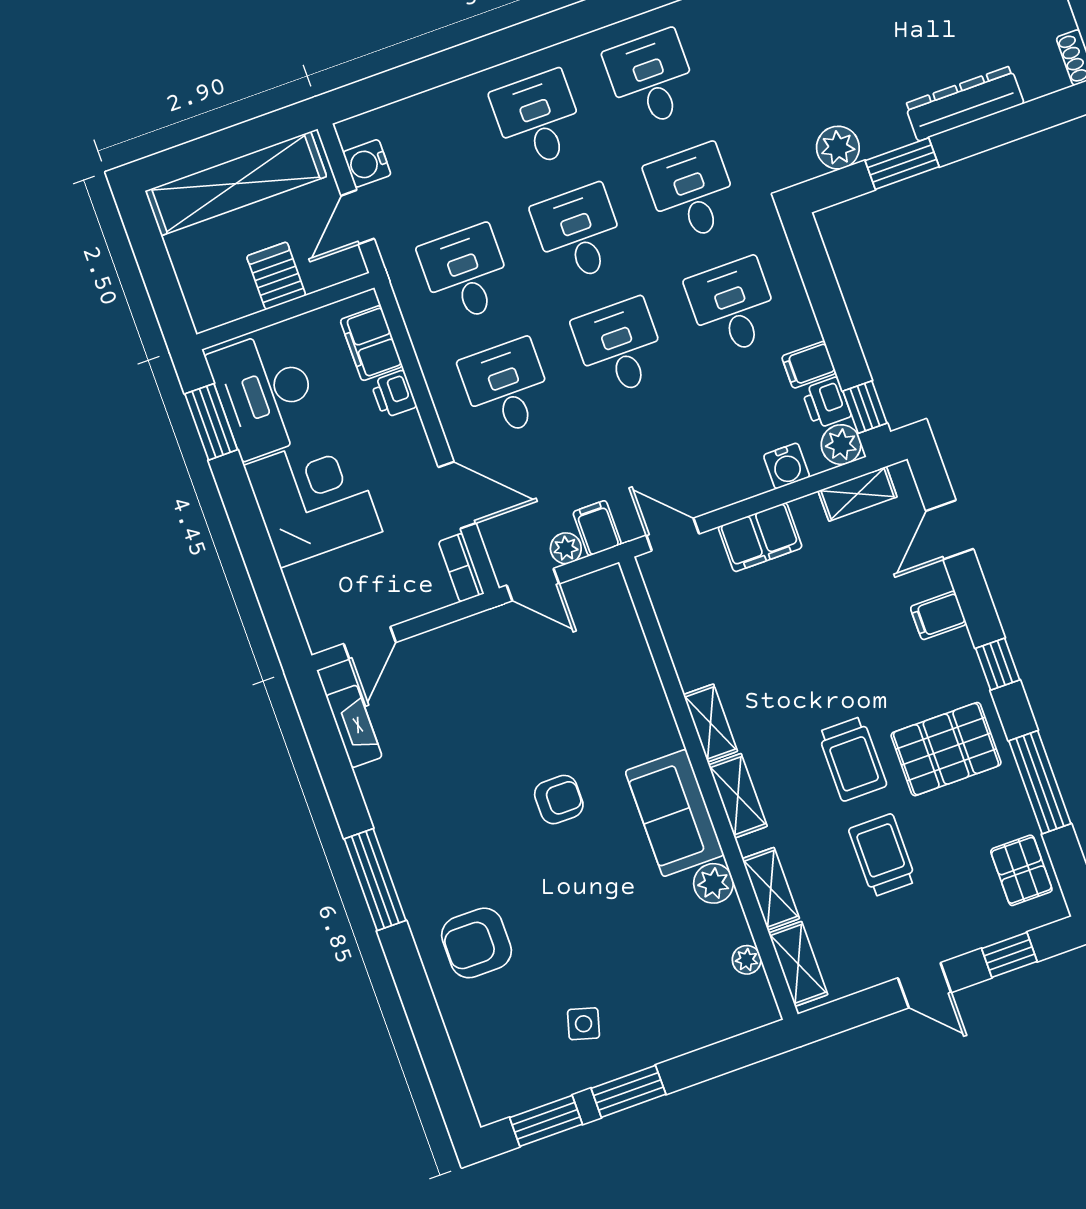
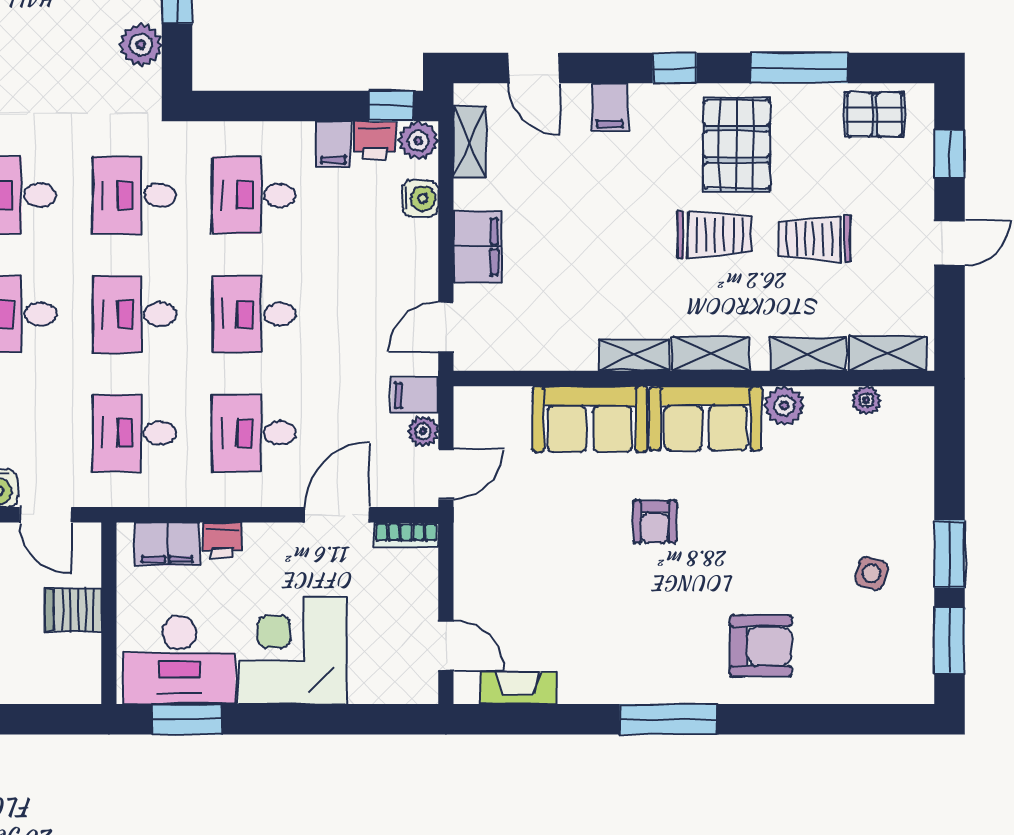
sofa: (634, 703) -> (590, 419), added
armchair: (559, 800) -> (655, 522), turned 180
armchair: (476, 943) -> (761, 646), turned -90

